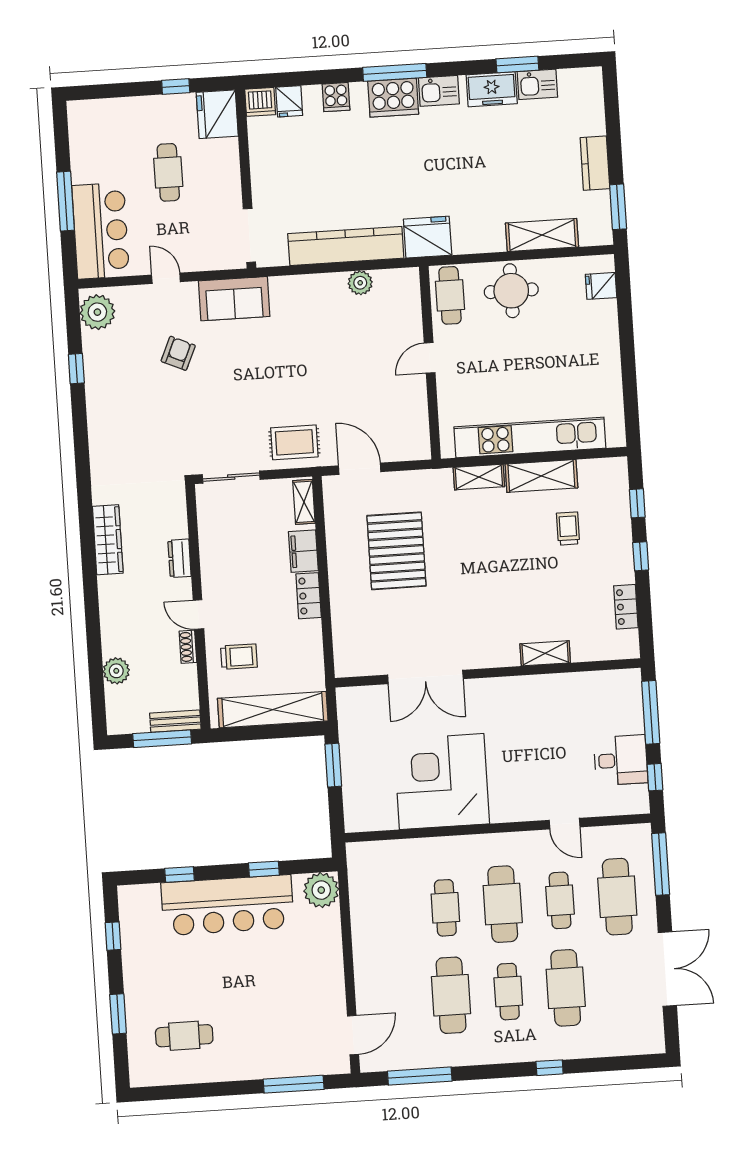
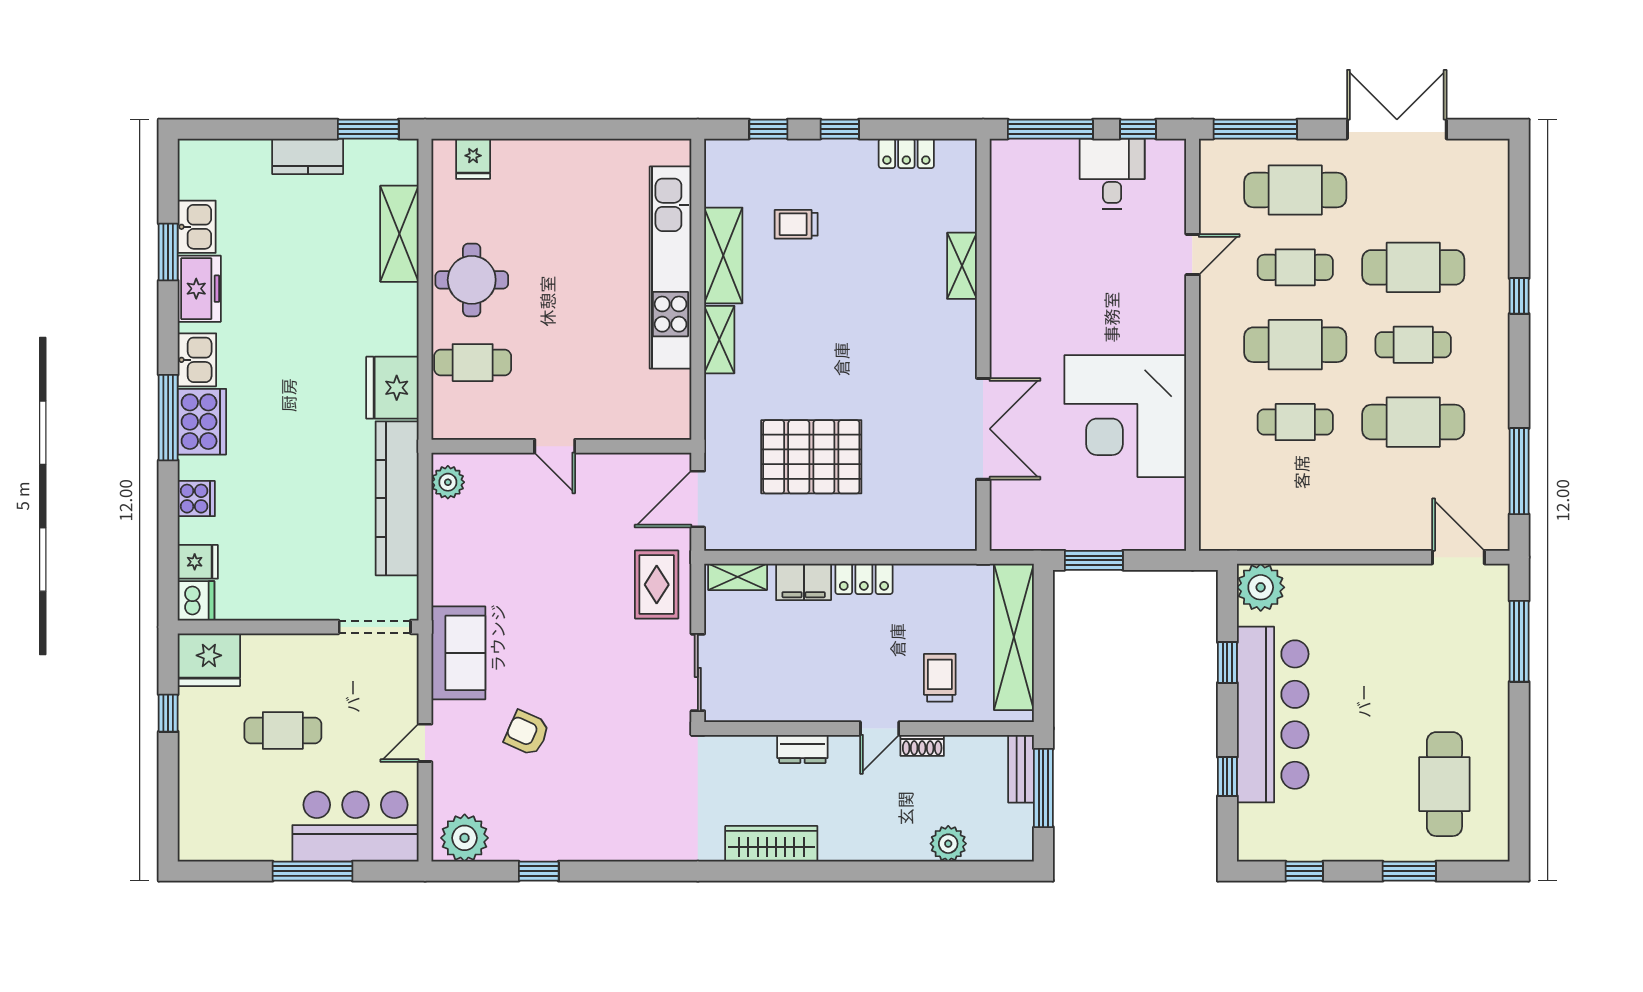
door: (430, 358) -> (555, 446), moved
wall: (430, 363) -> (561, 446), moved
cafe table: (184, 1036) -> (1444, 784), width x1.37, depth x1.35

